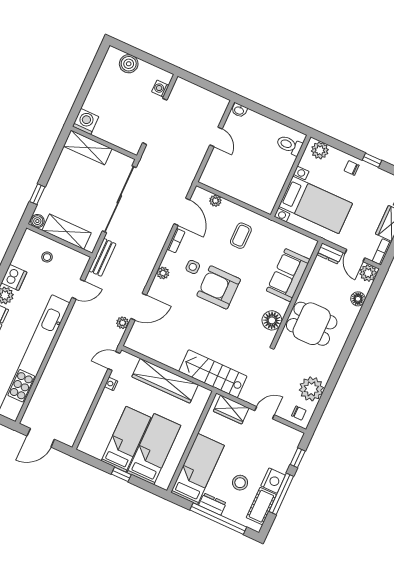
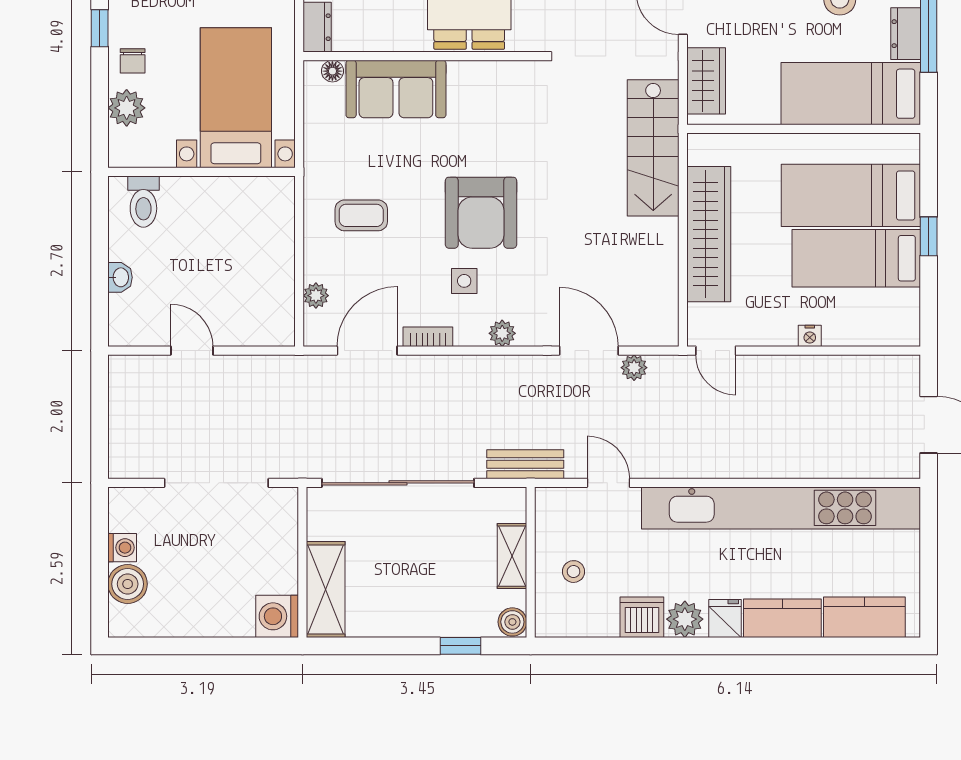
washing machine: (160, 89) -> (122, 548), moved, turned -90
washbasin: (239, 110) -> (120, 277), moved
door: (216, 137) -> (192, 351), hinge flipped
plant: (320, 150) -> (127, 108), moved
shelving: (67, 232) -> (512, 556), width x0.67, depth x0.75
floor lamp: (272, 320) -> (332, 71), moved, width x0.53, depth x0.53
nightstand: (111, 384) -> (810, 336), moved

